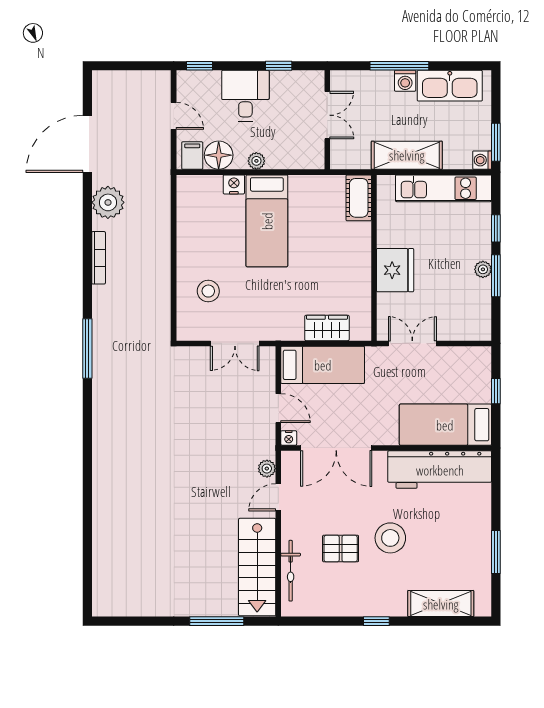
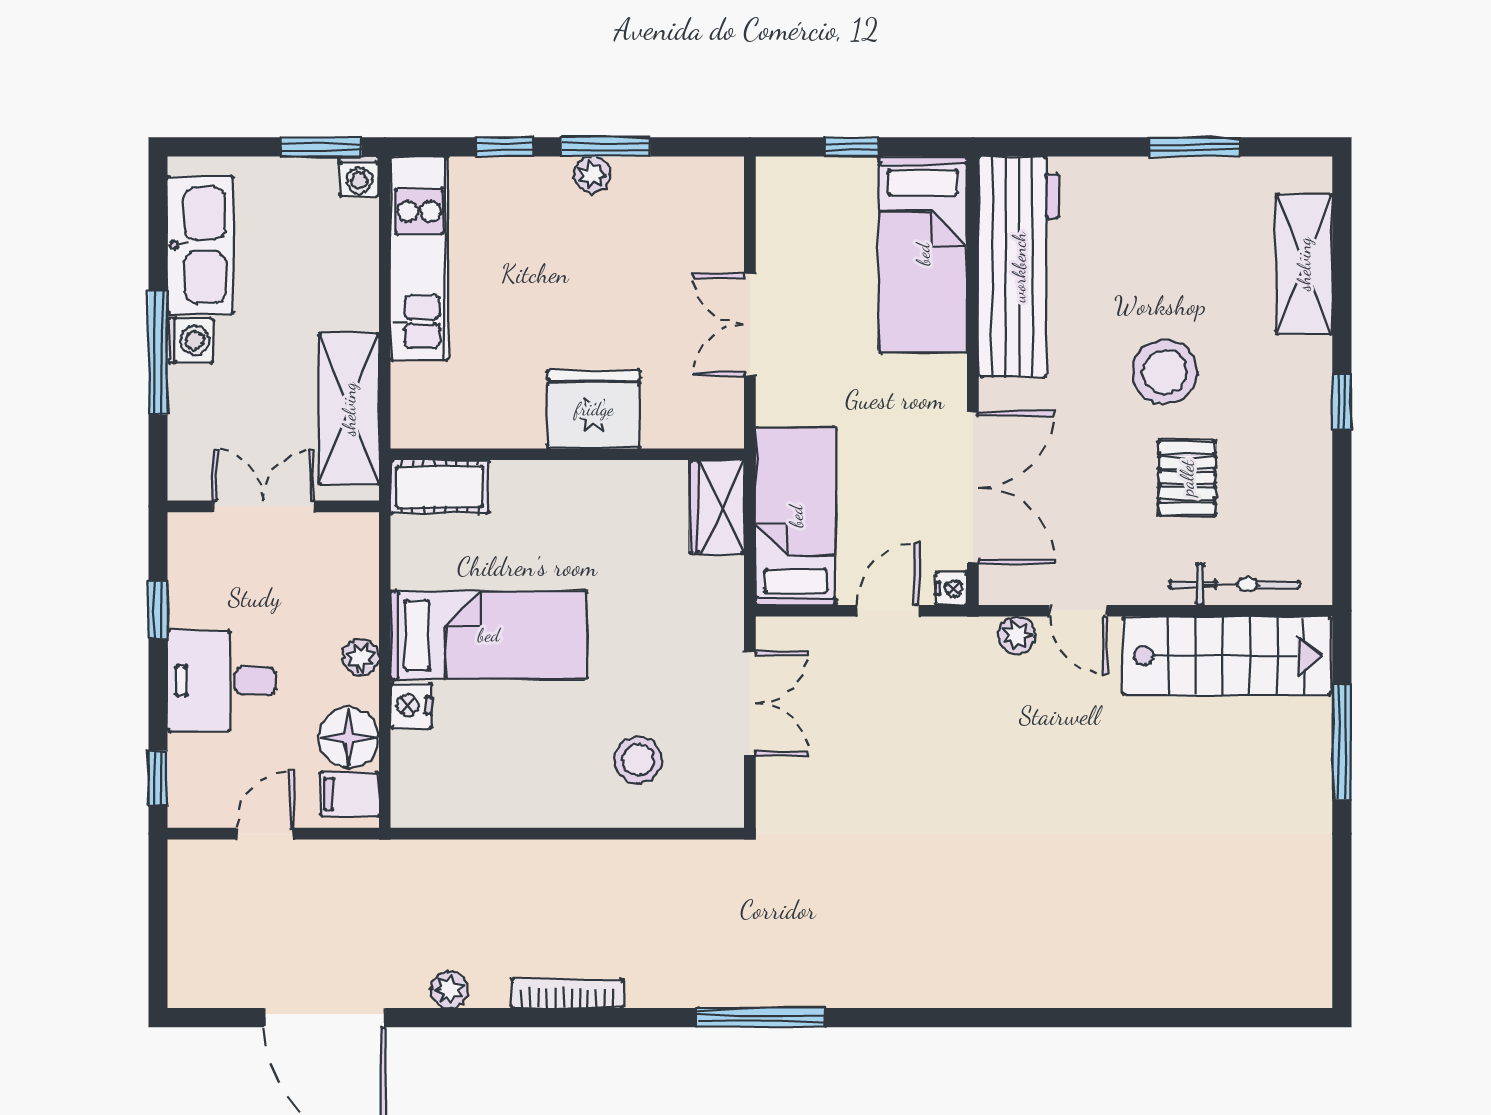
shelving: (407, 155) -> (349, 409), moved
cot: (359, 198) -> (440, 487), moved
plant: (108, 202) -> (449, 990), width x0.53, depth x0.53
wall: (374, 258) -> (567, 454), moved
fridge: (395, 270) -> (594, 409), moved

